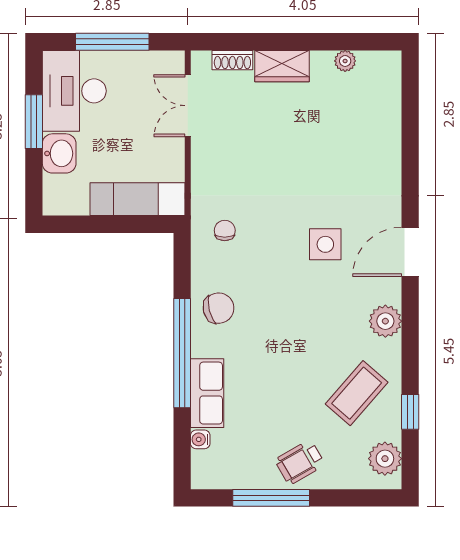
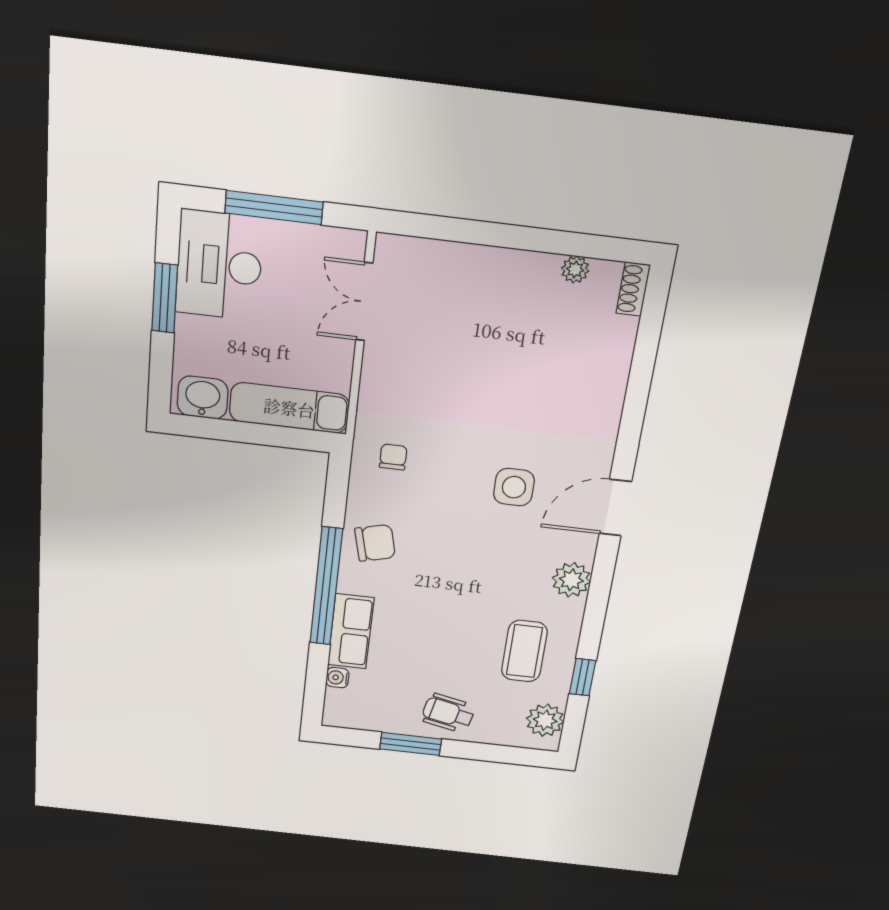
shoe rack: (232, 60) -> (633, 289), moved, turned 90
wardrobe: (282, 66) -> (492, 266), removed
washbasin: (59, 153) -> (203, 397), moved, turned -90
coffee table: (357, 393) -> (524, 651), turned -41
wheelchair: (300, 462) -> (448, 713), turned 42
window: (271, 498) -> (411, 744), width x0.69

